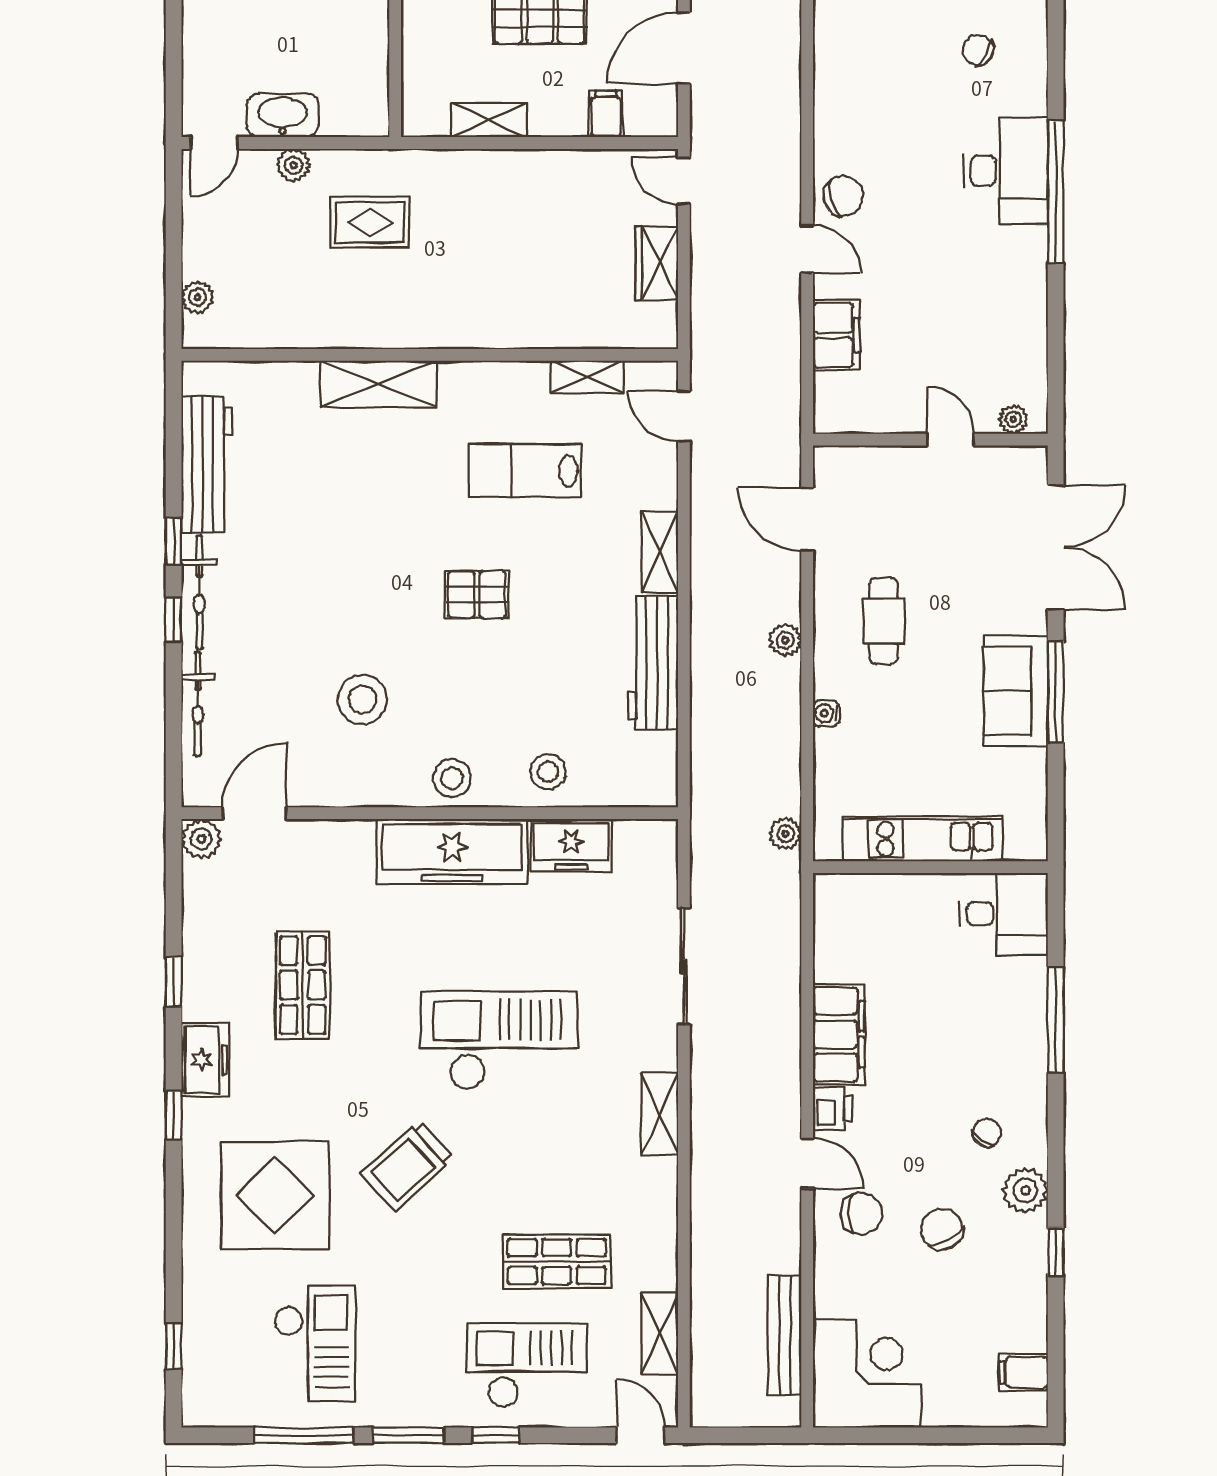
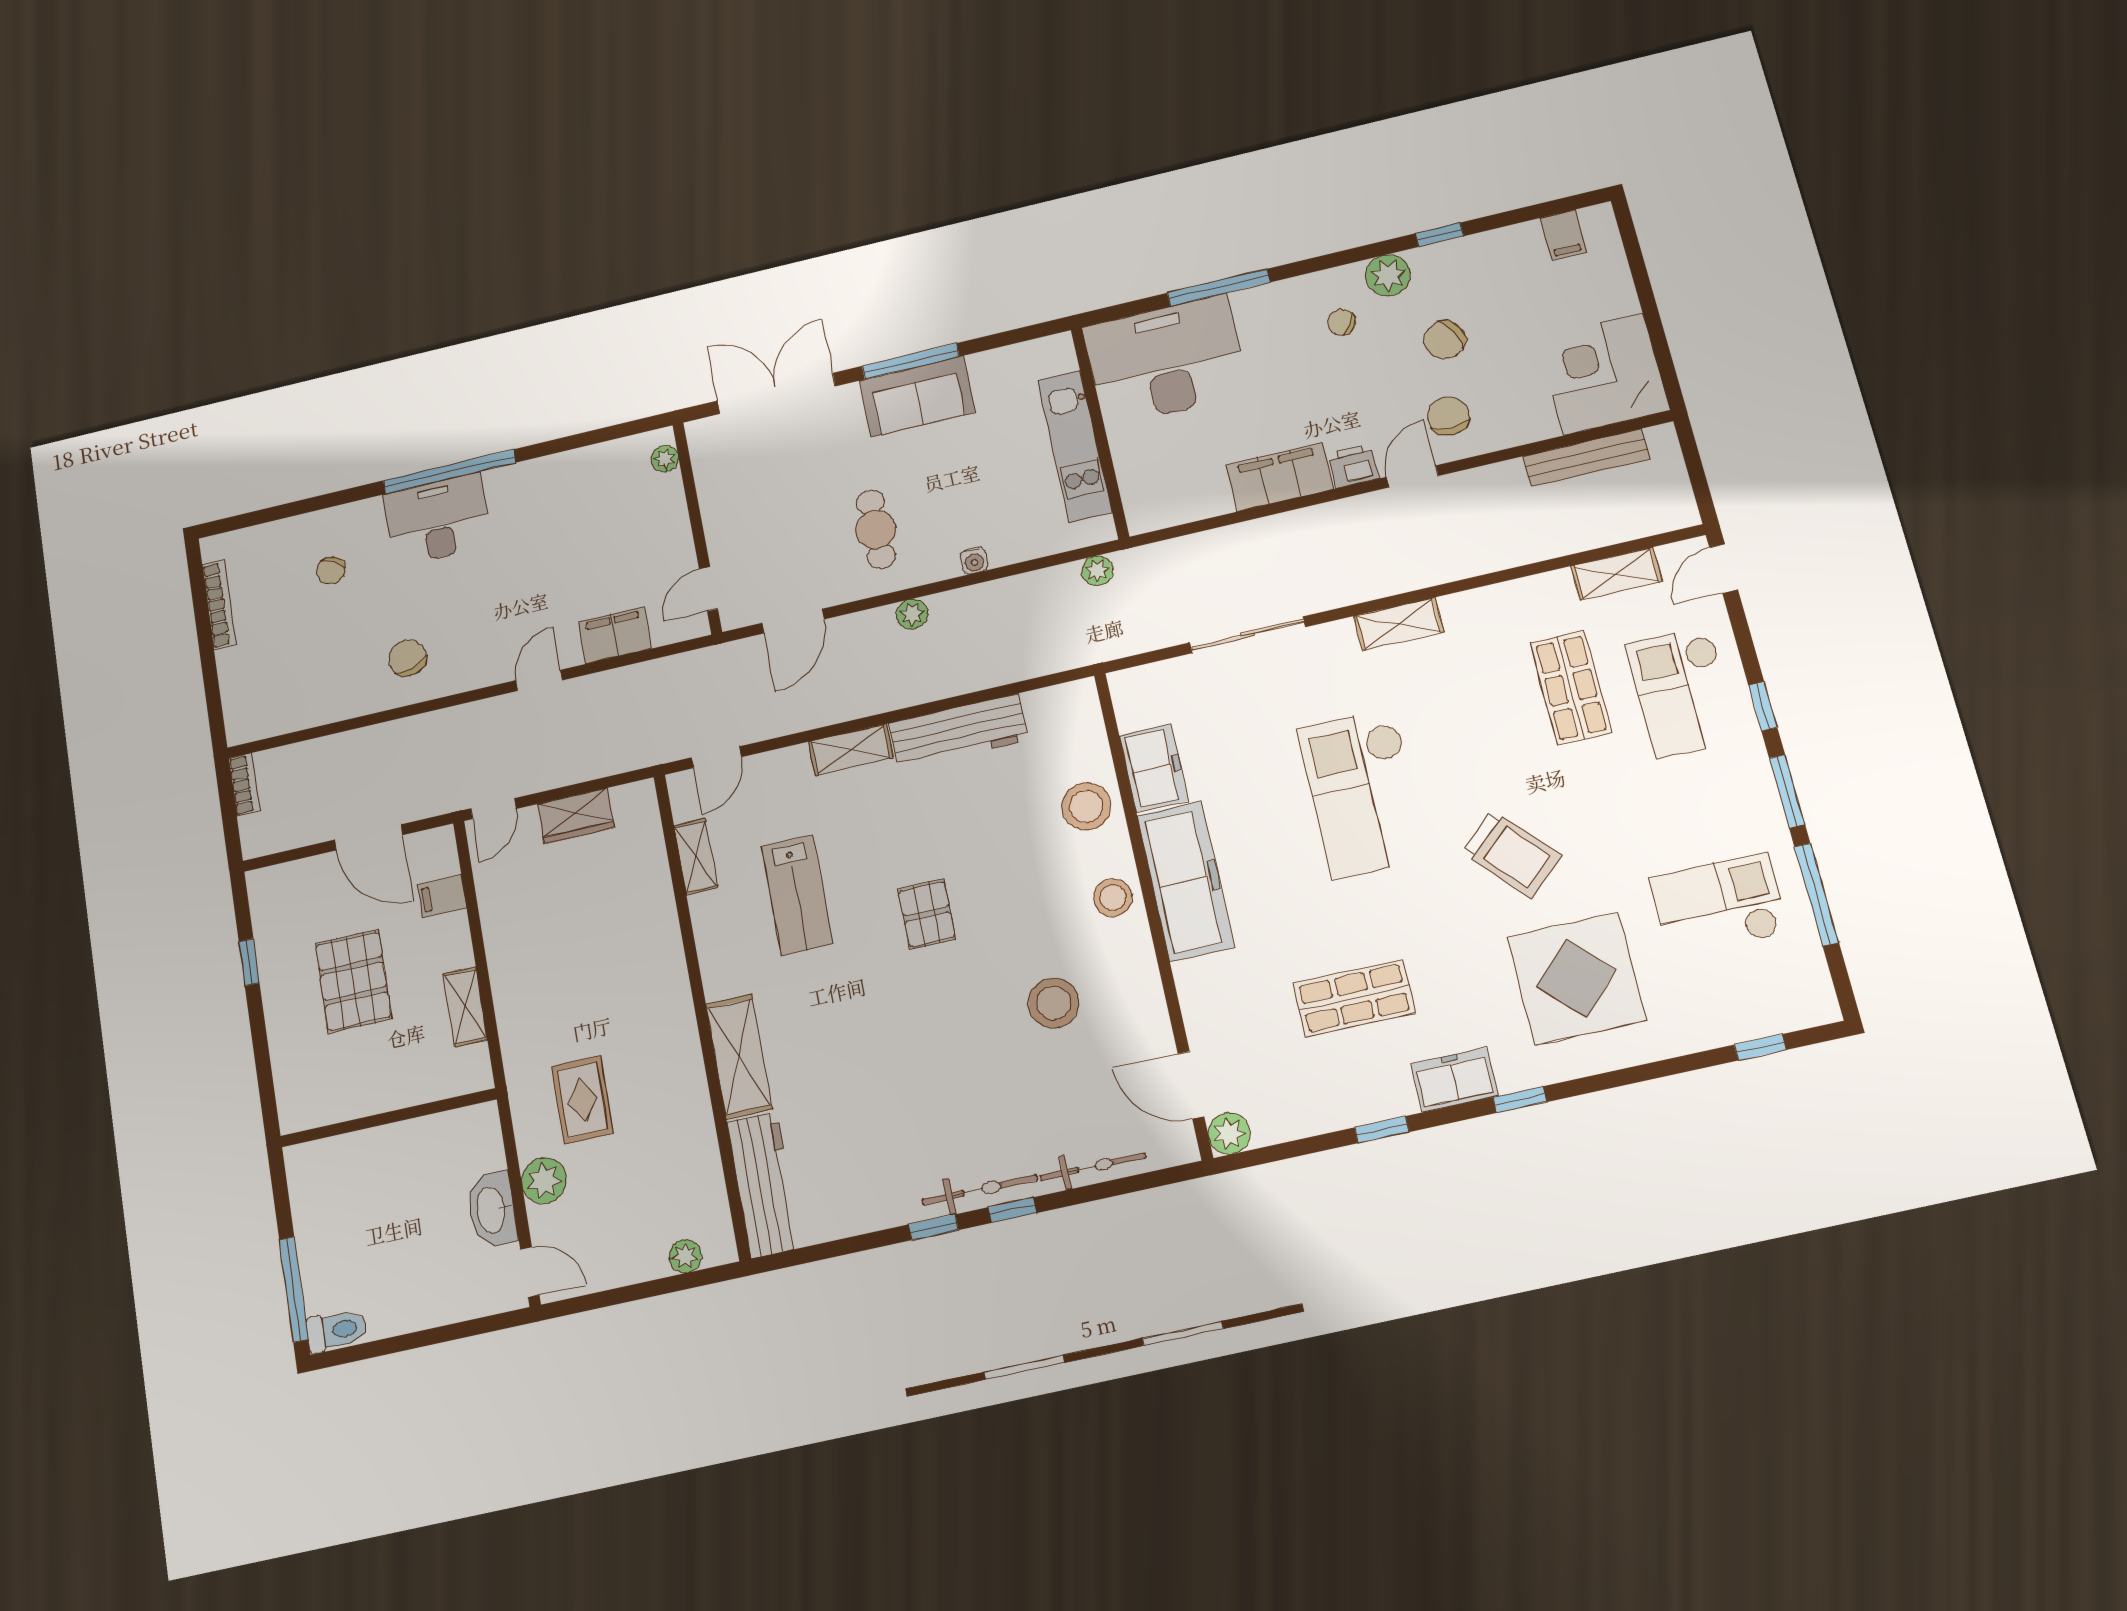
plant: (293, 165) -> (544, 1181), width x1.38, depth x1.38
chair: (843, 196) -> (408, 658), moved
door: (951, 440) -> (709, 589), moved
workbench: (207, 465) -> (764, 1185), moved, turned 90
cafe table: (884, 621) -> (876, 529), turned 90
stool: (548, 772) -> (1086, 806), width x1.38, depth x1.38
desk: (1004, 914) -> (1166, 360), width x1.87, depth x1.30

